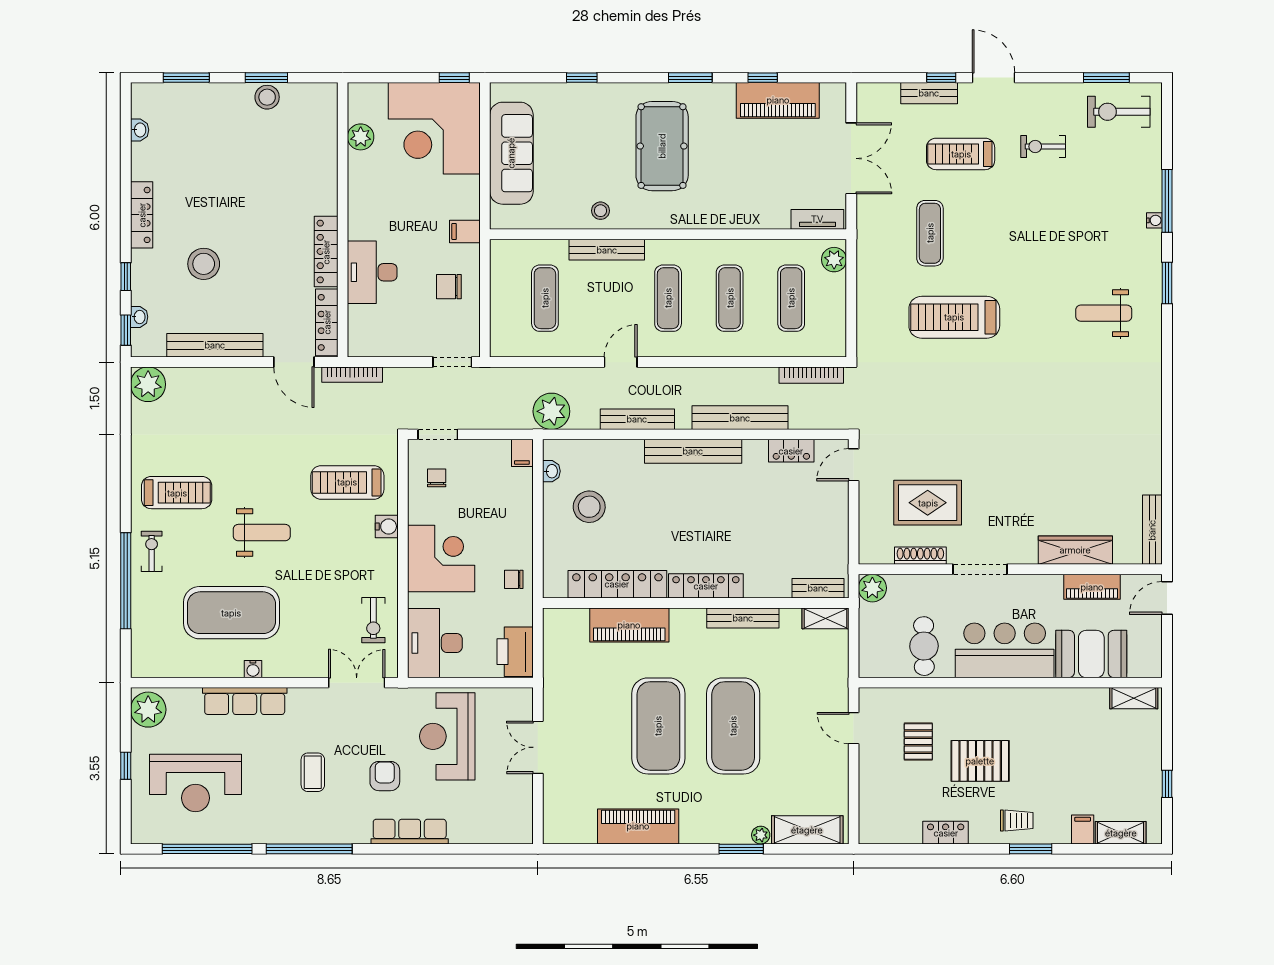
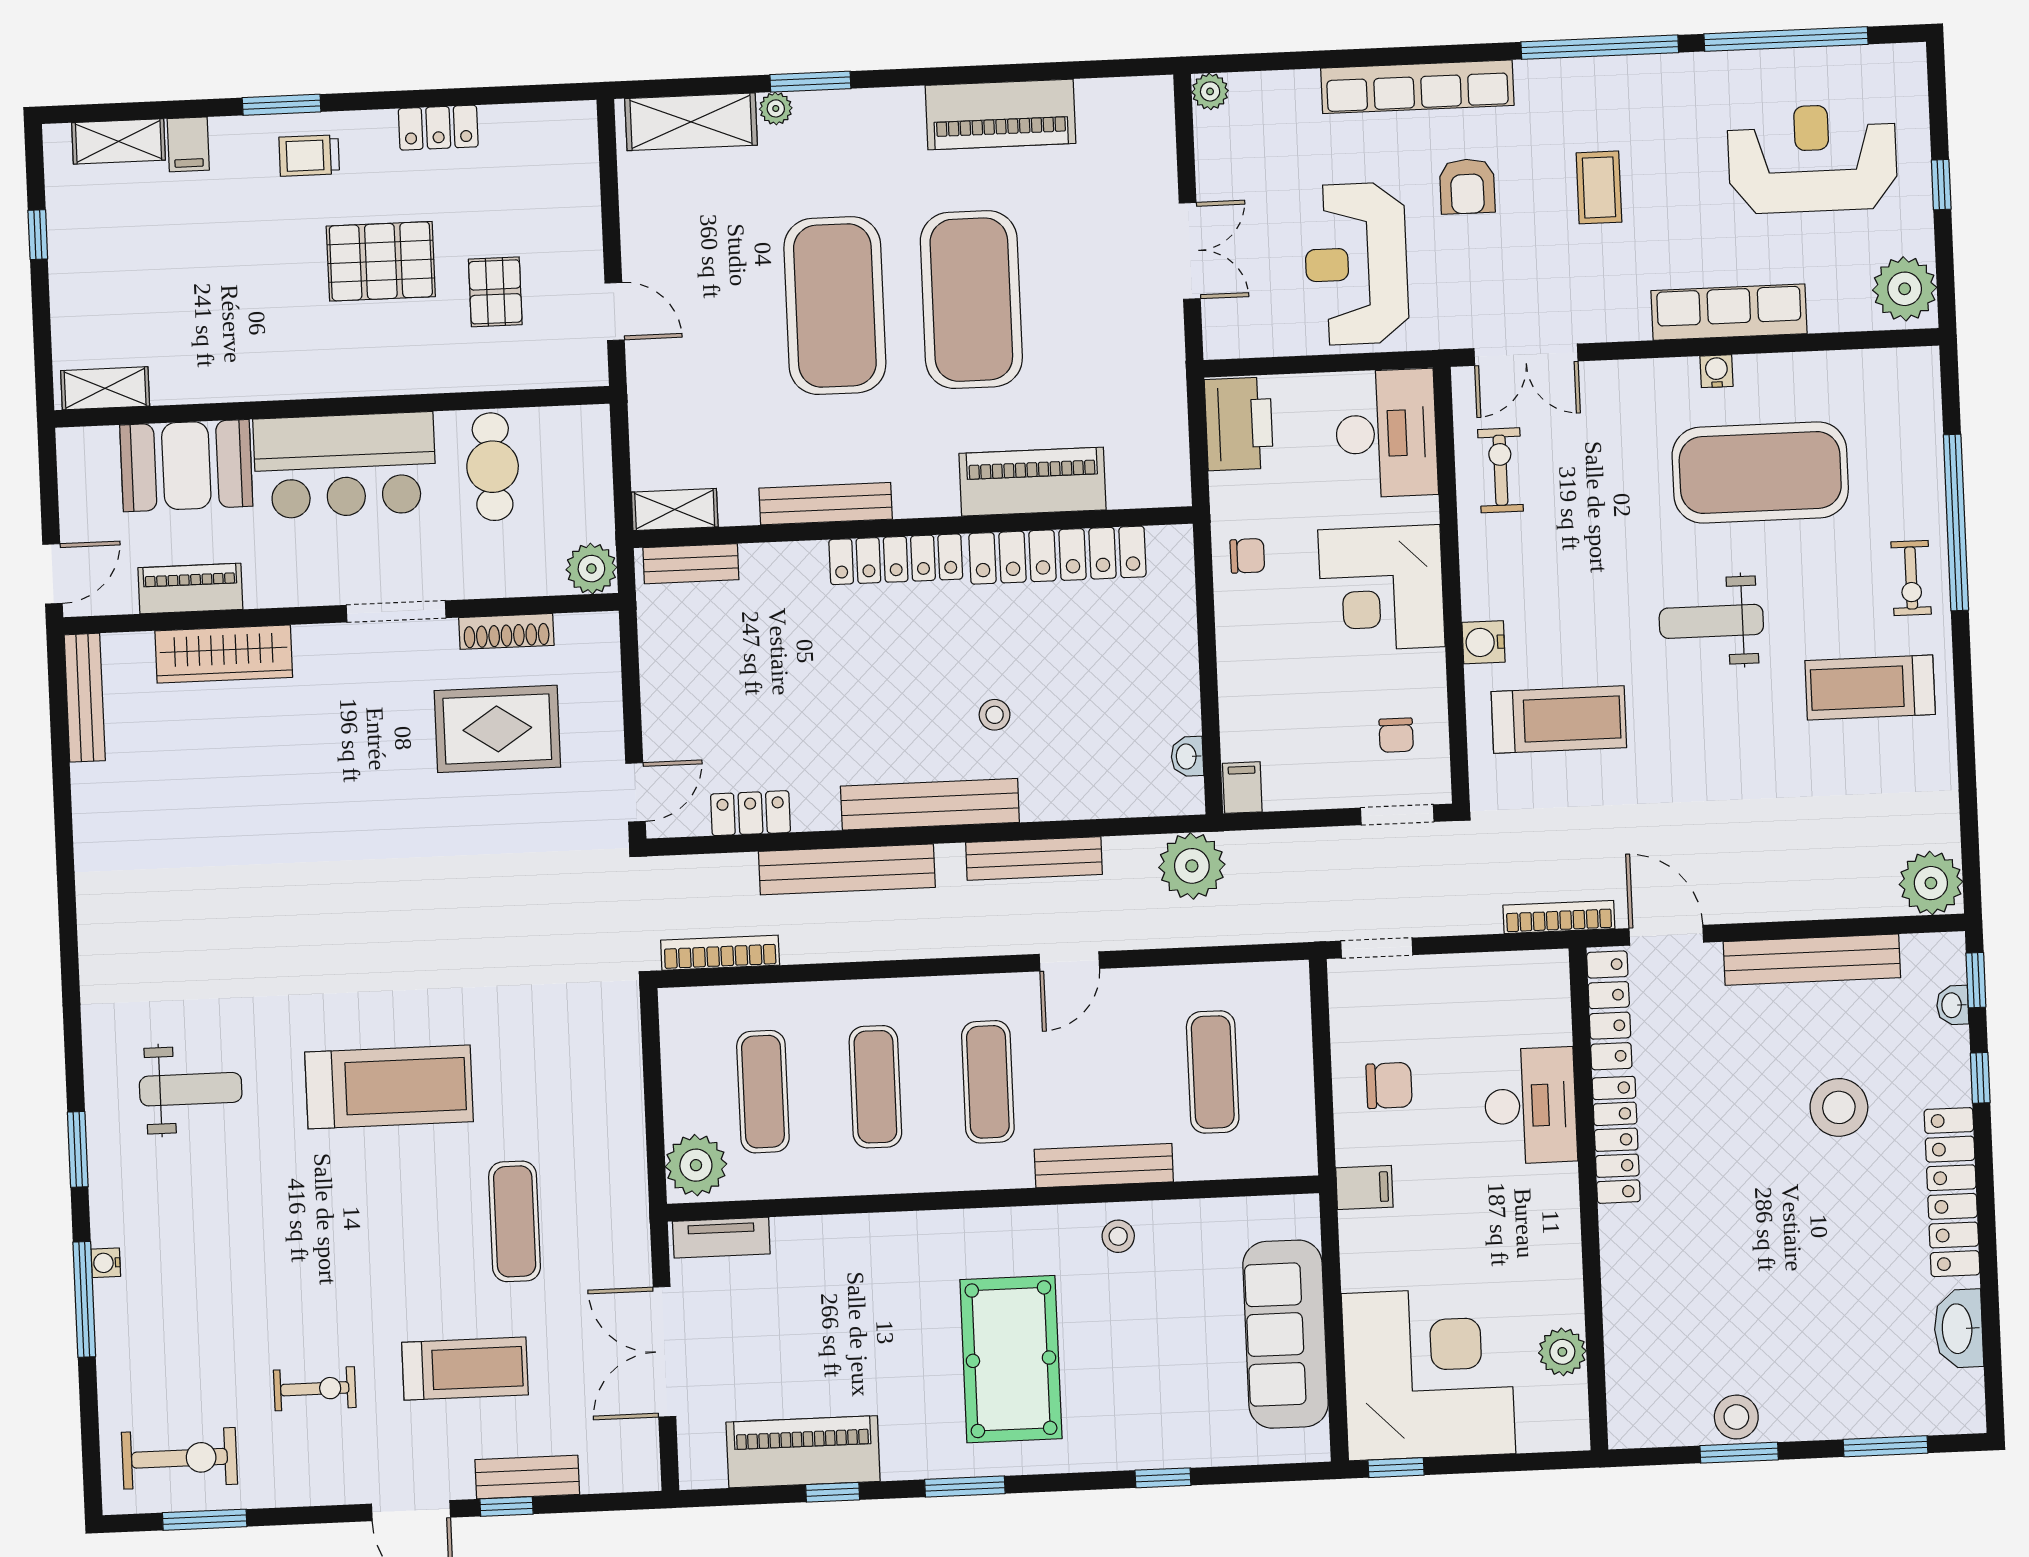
washbasin: (140, 130) -> (1958, 1329), width x1.91, depth x1.45
locker: (142, 215) -> (1952, 1192), width x1.41, depth x1.21
plant: (834, 260) -> (696, 1165), width x1.36, depth x1.36
treadmill: (954, 317) -> (389, 1087), moved
stool: (589, 507) -> (995, 715), moved, width x0.53, depth x0.53
reception desk: (447, 736) -> (1356, 264), turned 180
row of seats: (410, 832) -> (1417, 87), width x1.36
plant: (523, 834) -> (1210, 91), added

